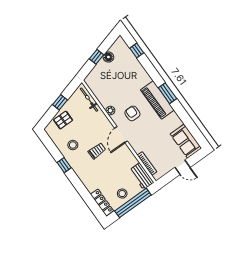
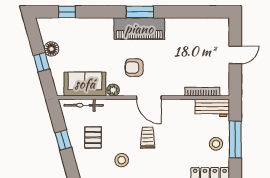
pallet: (63, 120) -> (93, 137), moved
sofa: (186, 141) -> (85, 84), moved, turned 180
window: (133, 203) -> (235, 139), width x0.68

